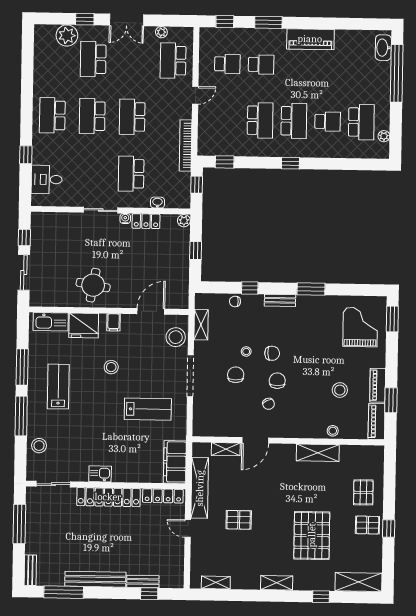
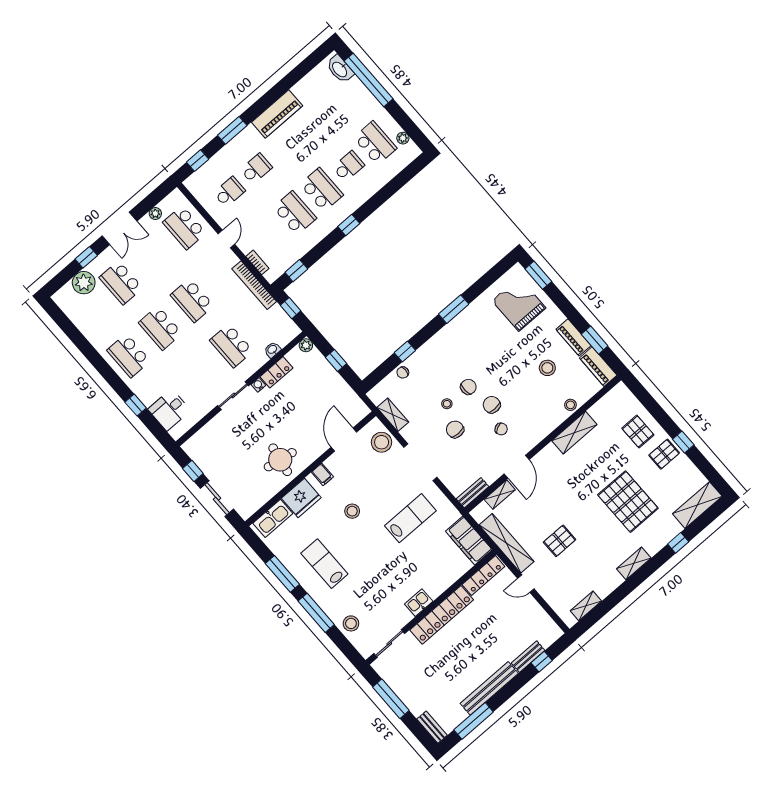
bookcase: (202, 131) -> (257, 262), added
bench: (280, 300) -> (473, 493), moved

